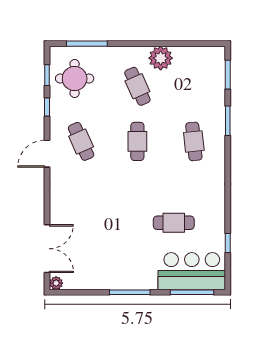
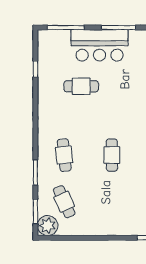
plant: (161, 58) -> (48, 226), moved
cafe table: (137, 86) -> (64, 202), moved
bar counter: (192, 271) -> (100, 45), moved

